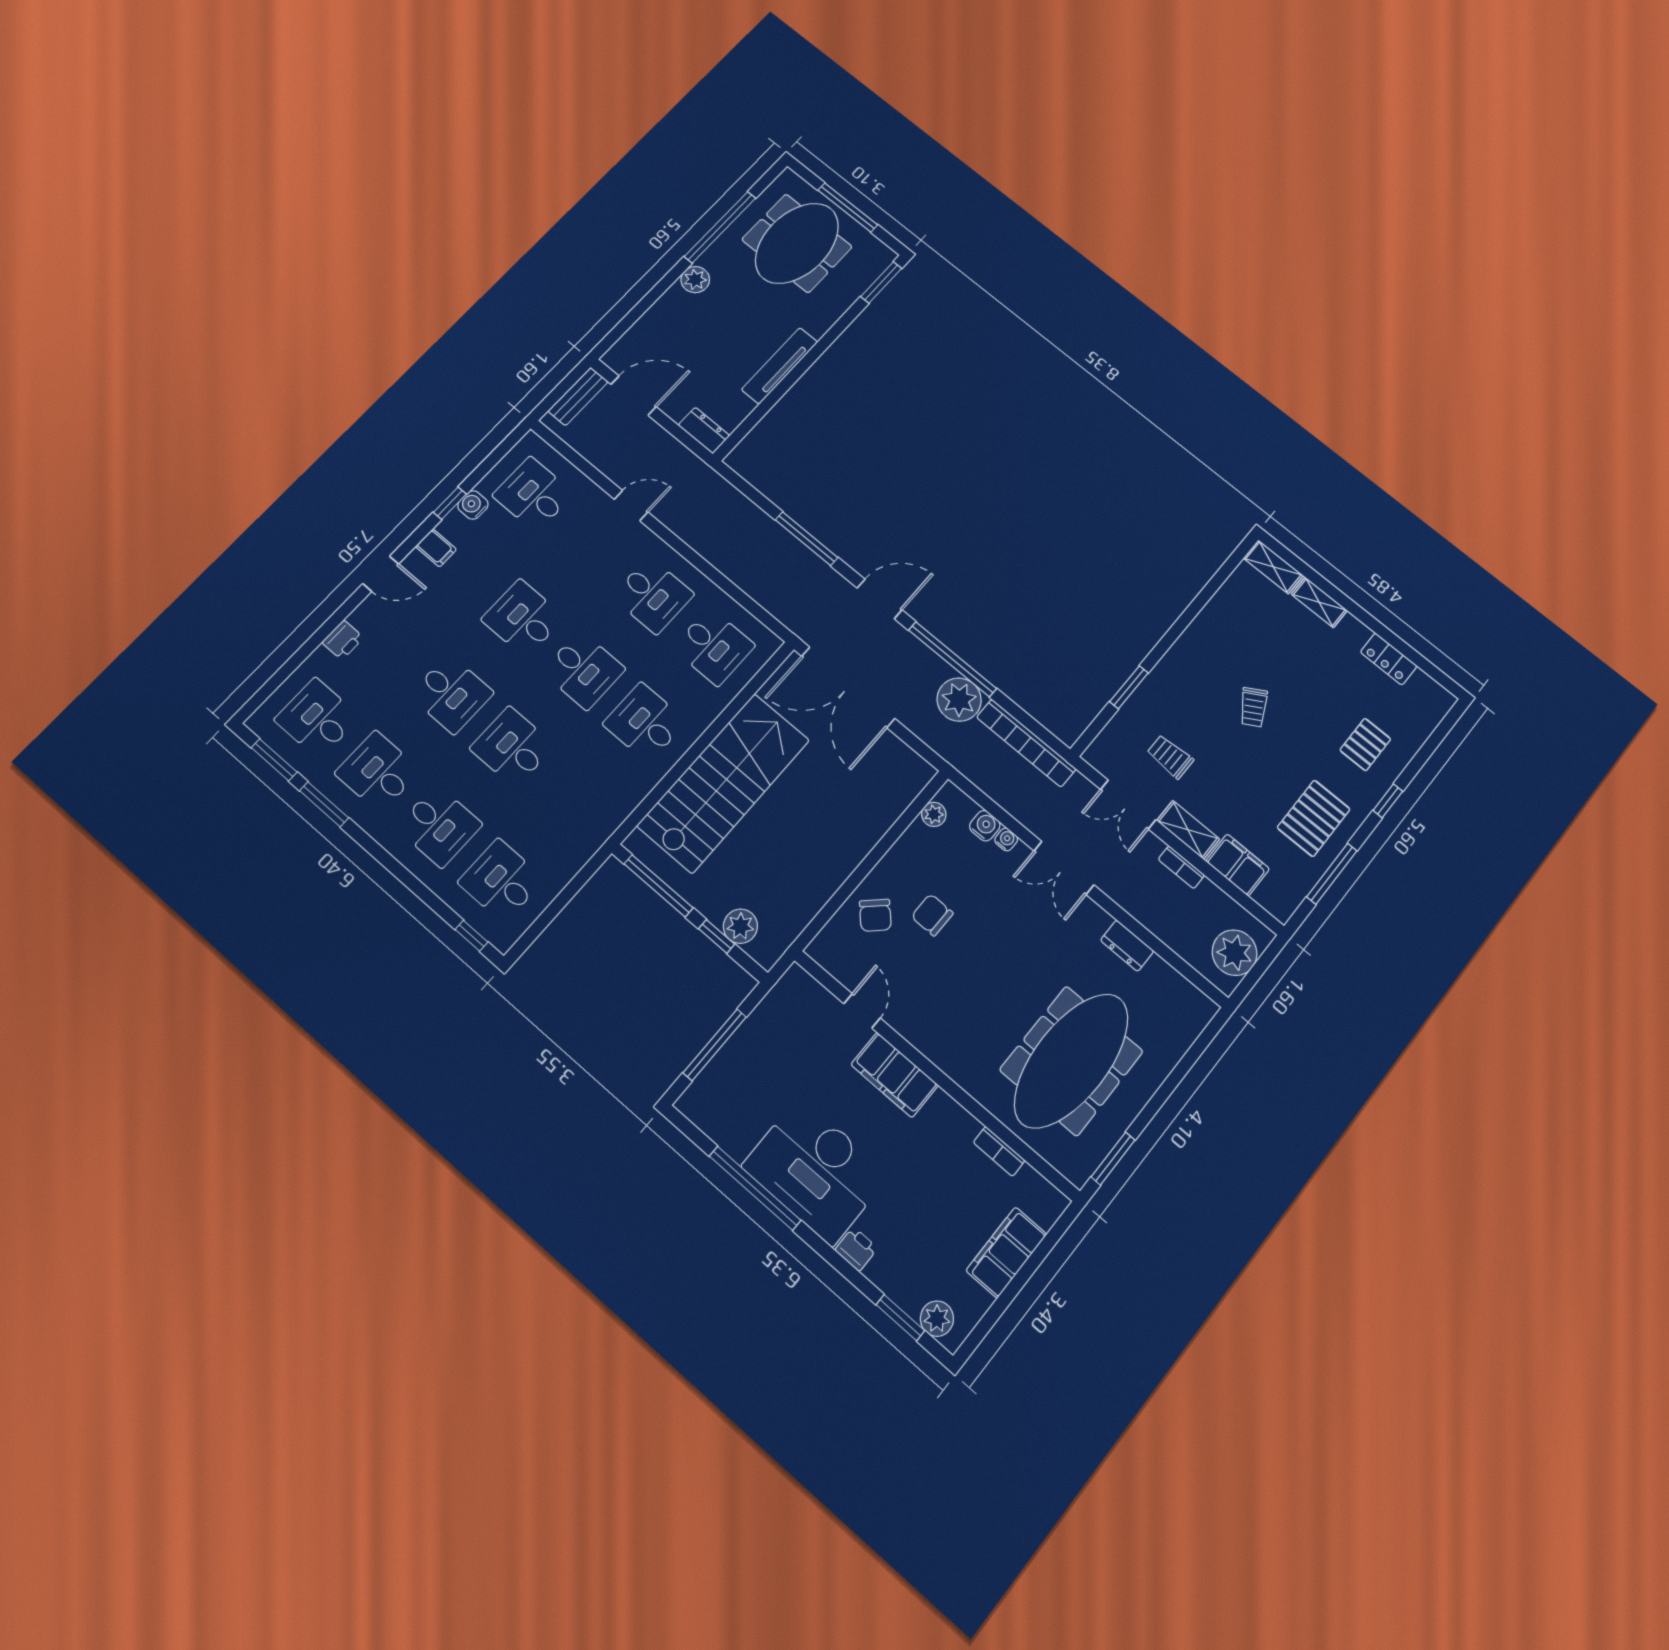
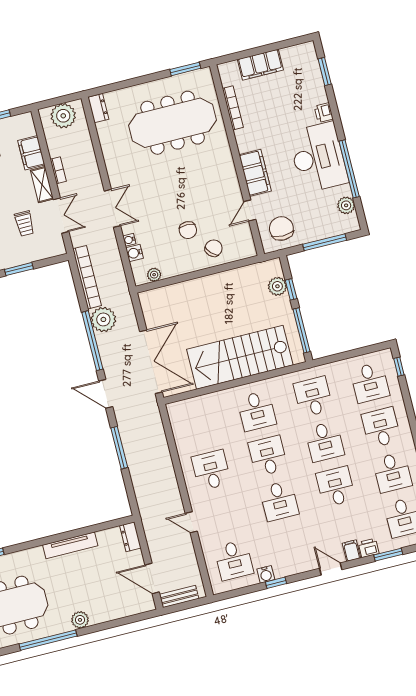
filing cabinet: (436, 548) -> (351, 551), moved
desk: (714, 647) -> (313, 397), moved
window: (306, 650) -> (388, 555), added
dresser: (1127, 946) -> (98, 108), moved
chair: (795, 1018) -> (281, 228), added
bookcase: (999, 1151) -> (233, 108), width x1.56
plant: (937, 1319) -> (346, 205), moved

